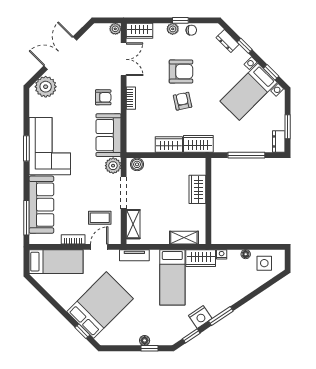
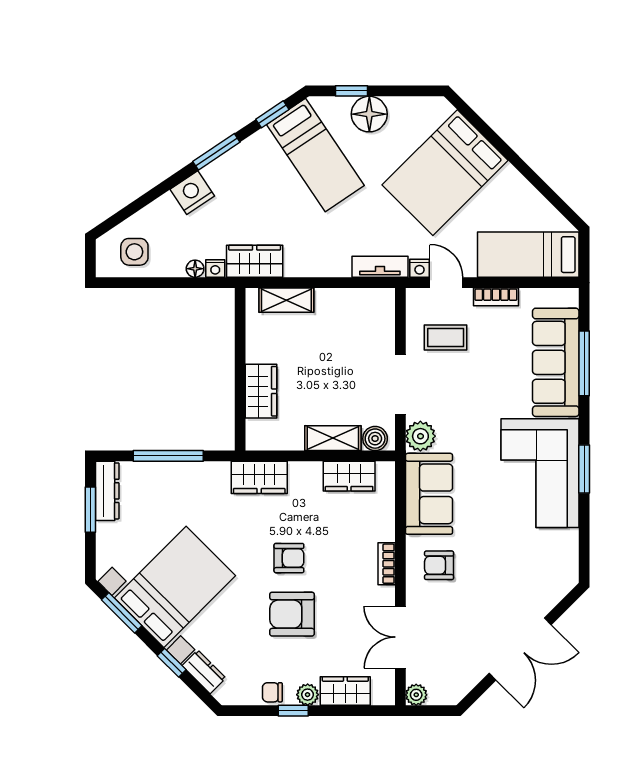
wardrobe: (140, 31) -> (345, 691), moved
window: (271, 72) -> (122, 613), width x1.50
plant: (46, 87) -> (548, 585), removed
bed with nightstands: (249, 92) -> (175, 587), width x1.36
armchair: (183, 101) -> (289, 558), turned -78
dresser: (279, 141) -> (107, 491), width x1.44
wardrobe: (169, 144) -> (349, 476), moved
window: (26, 218) -> (584, 363), moved
shelving: (133, 224) -> (333, 438), moved, turned 90
door: (99, 247) -> (446, 283), swing flipped
nightstand: (113, 254) -> (420, 268), added
floor lamp: (246, 254) -> (195, 269), moved
bed: (172, 277) -> (315, 155), moved, turned 146
nightstand: (200, 317) -> (192, 193), moved
window: (82, 331) -> (478, 123), removed
floor lamp: (145, 340) -> (369, 114), width x1.89, depth x1.89

